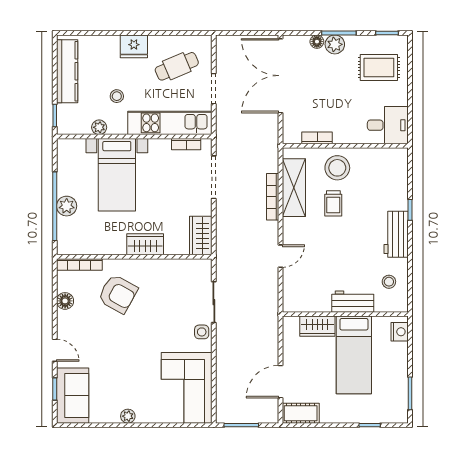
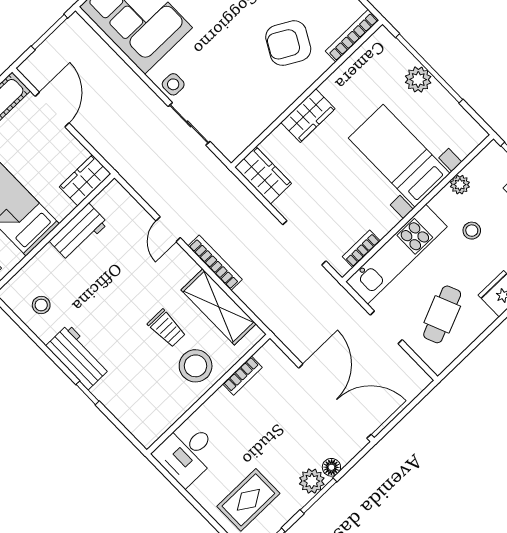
bookcase: (273, 197) -> (215, 263), moved
trolley: (333, 203) -> (167, 328), turned 180
workbench: (353, 302) -> (79, 232), moved
wardrobe: (317, 326) -> (85, 180), moved

